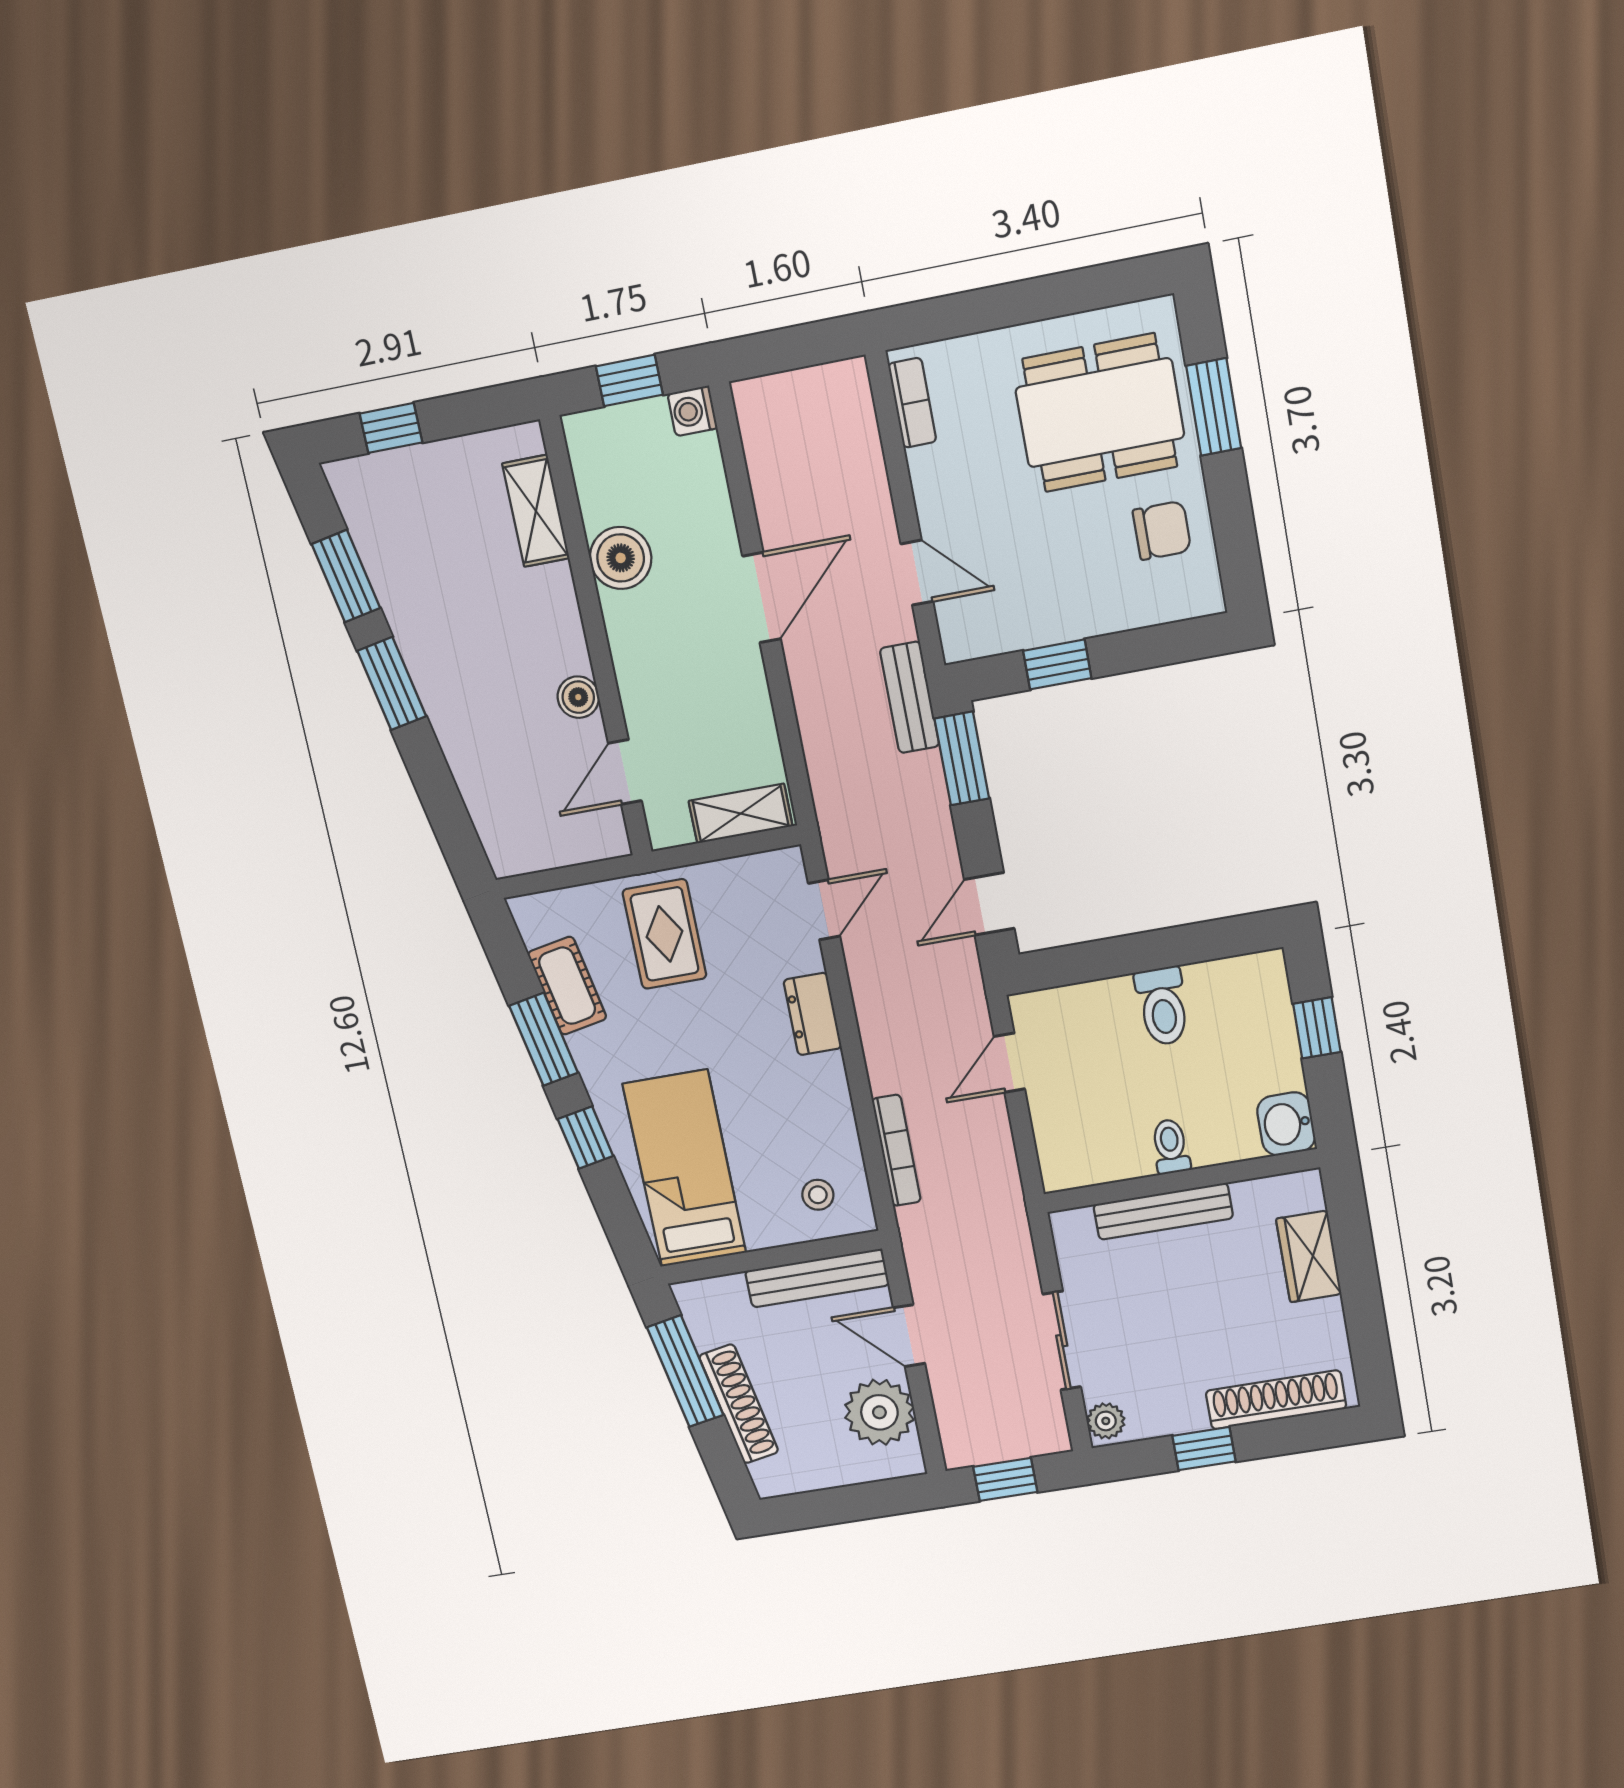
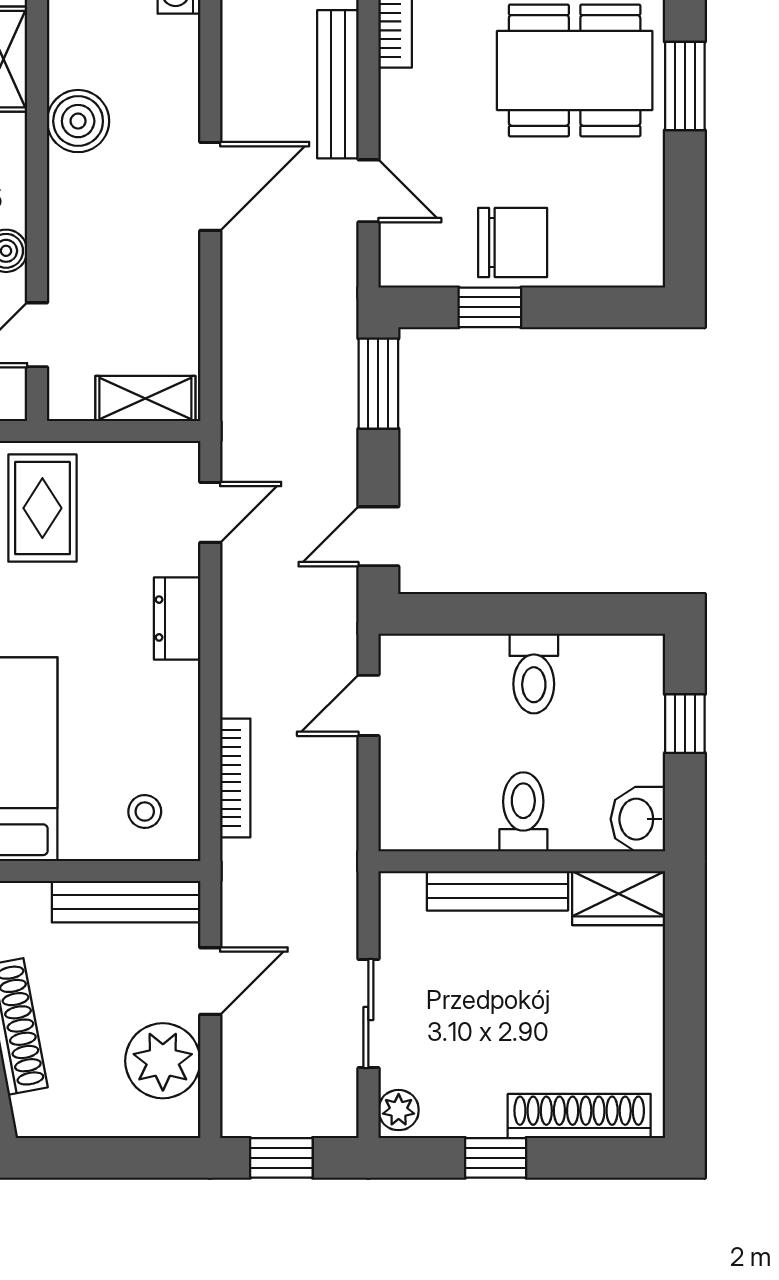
chair: (1162, 530) -> (513, 243), moved, width x1.37, depth x1.37
bench: (910, 697) -> (338, 84), moved, width x1.36
toilet: (1171, 1147) -> (523, 812), width x1.37, depth x1.39
wardrobe: (1309, 1256) -> (619, 898), moved, turned -90
door: (909, 1336) -> (210, 981), swing flipped

